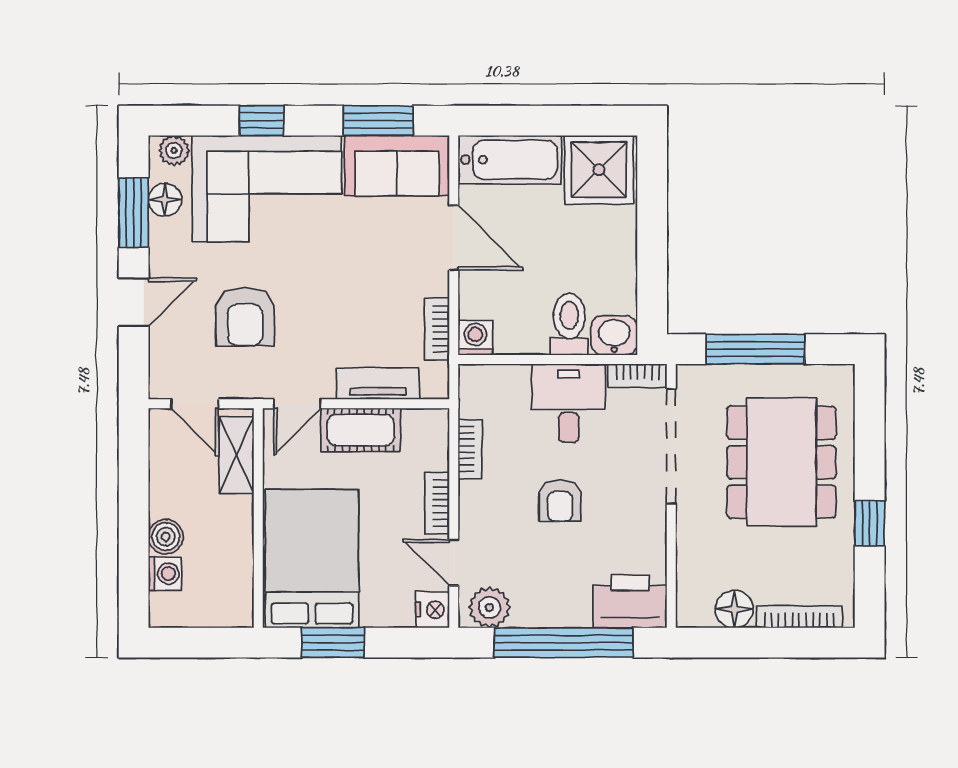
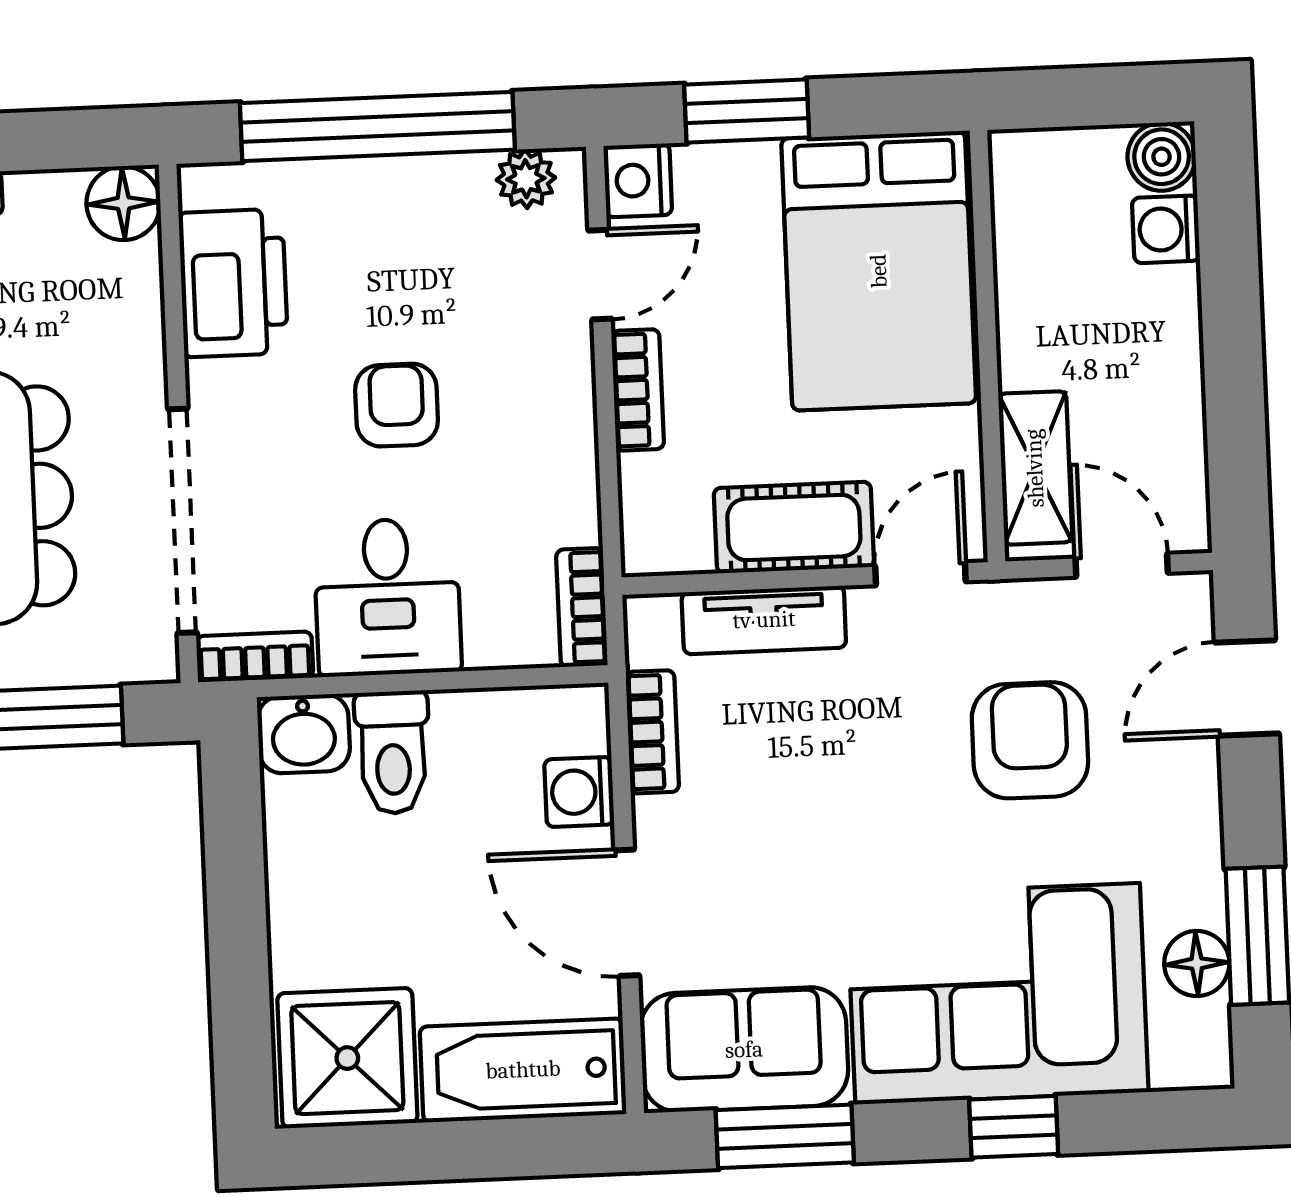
plant: (174, 151) -> (1183, 1061), removed
door: (134, 302) -> (1247, 688), moved
washing machine: (475, 338) -> (579, 792), moved, turned 90
bookcase: (470, 449) -> (582, 607), moved
boiler: (166, 537) -> (1162, 157), moved
door: (454, 563) -> (600, 275), hinge flipped
printer: (630, 601) -> (233, 283), moved, turned -90
plant: (489, 607) -> (526, 179), width x0.73, depth x0.73
floor lamp: (734, 609) -> (123, 203), moved
window: (333, 643) -> (747, 111), moved

